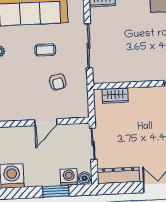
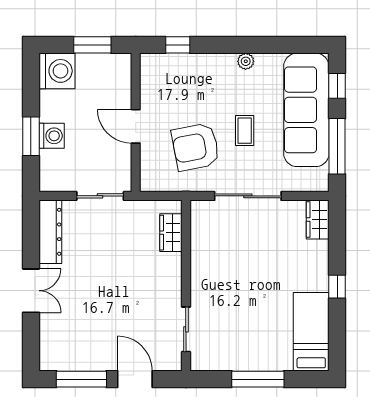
armchair: (58, 82) -> (196, 147), width x1.88, depth x1.88
washing machine: (69, 177) -> (52, 136), moved
boiler: (85, 178) -> (48, 181), removed

